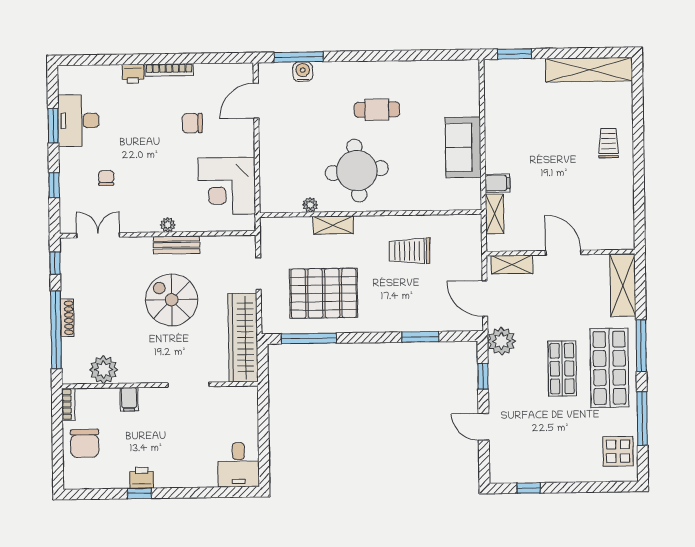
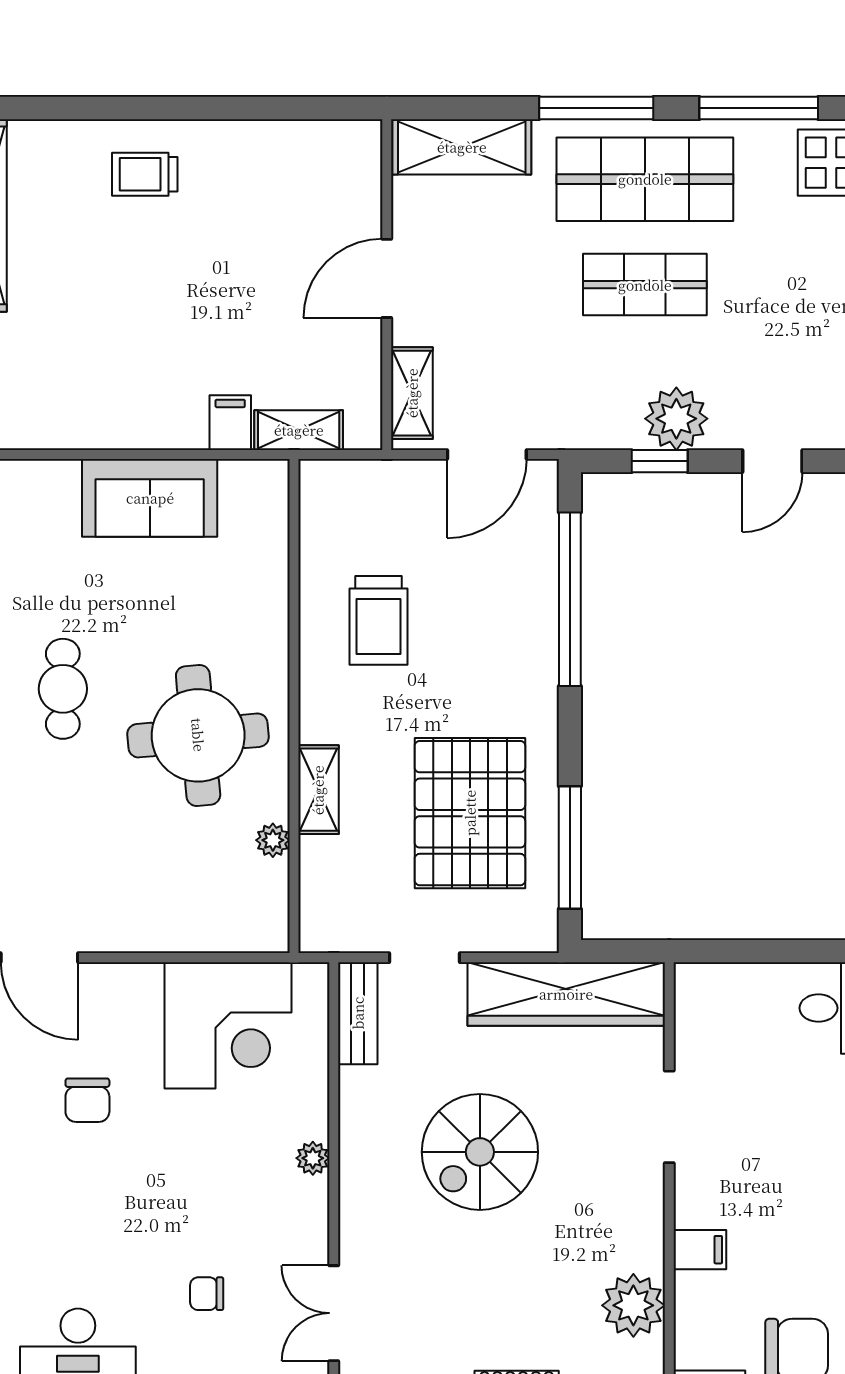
bench: (177, 245) -> (358, 1013), moved
window: (420, 337) -> (570, 599), width x2.11
plant: (501, 341) -> (676, 419), moved

